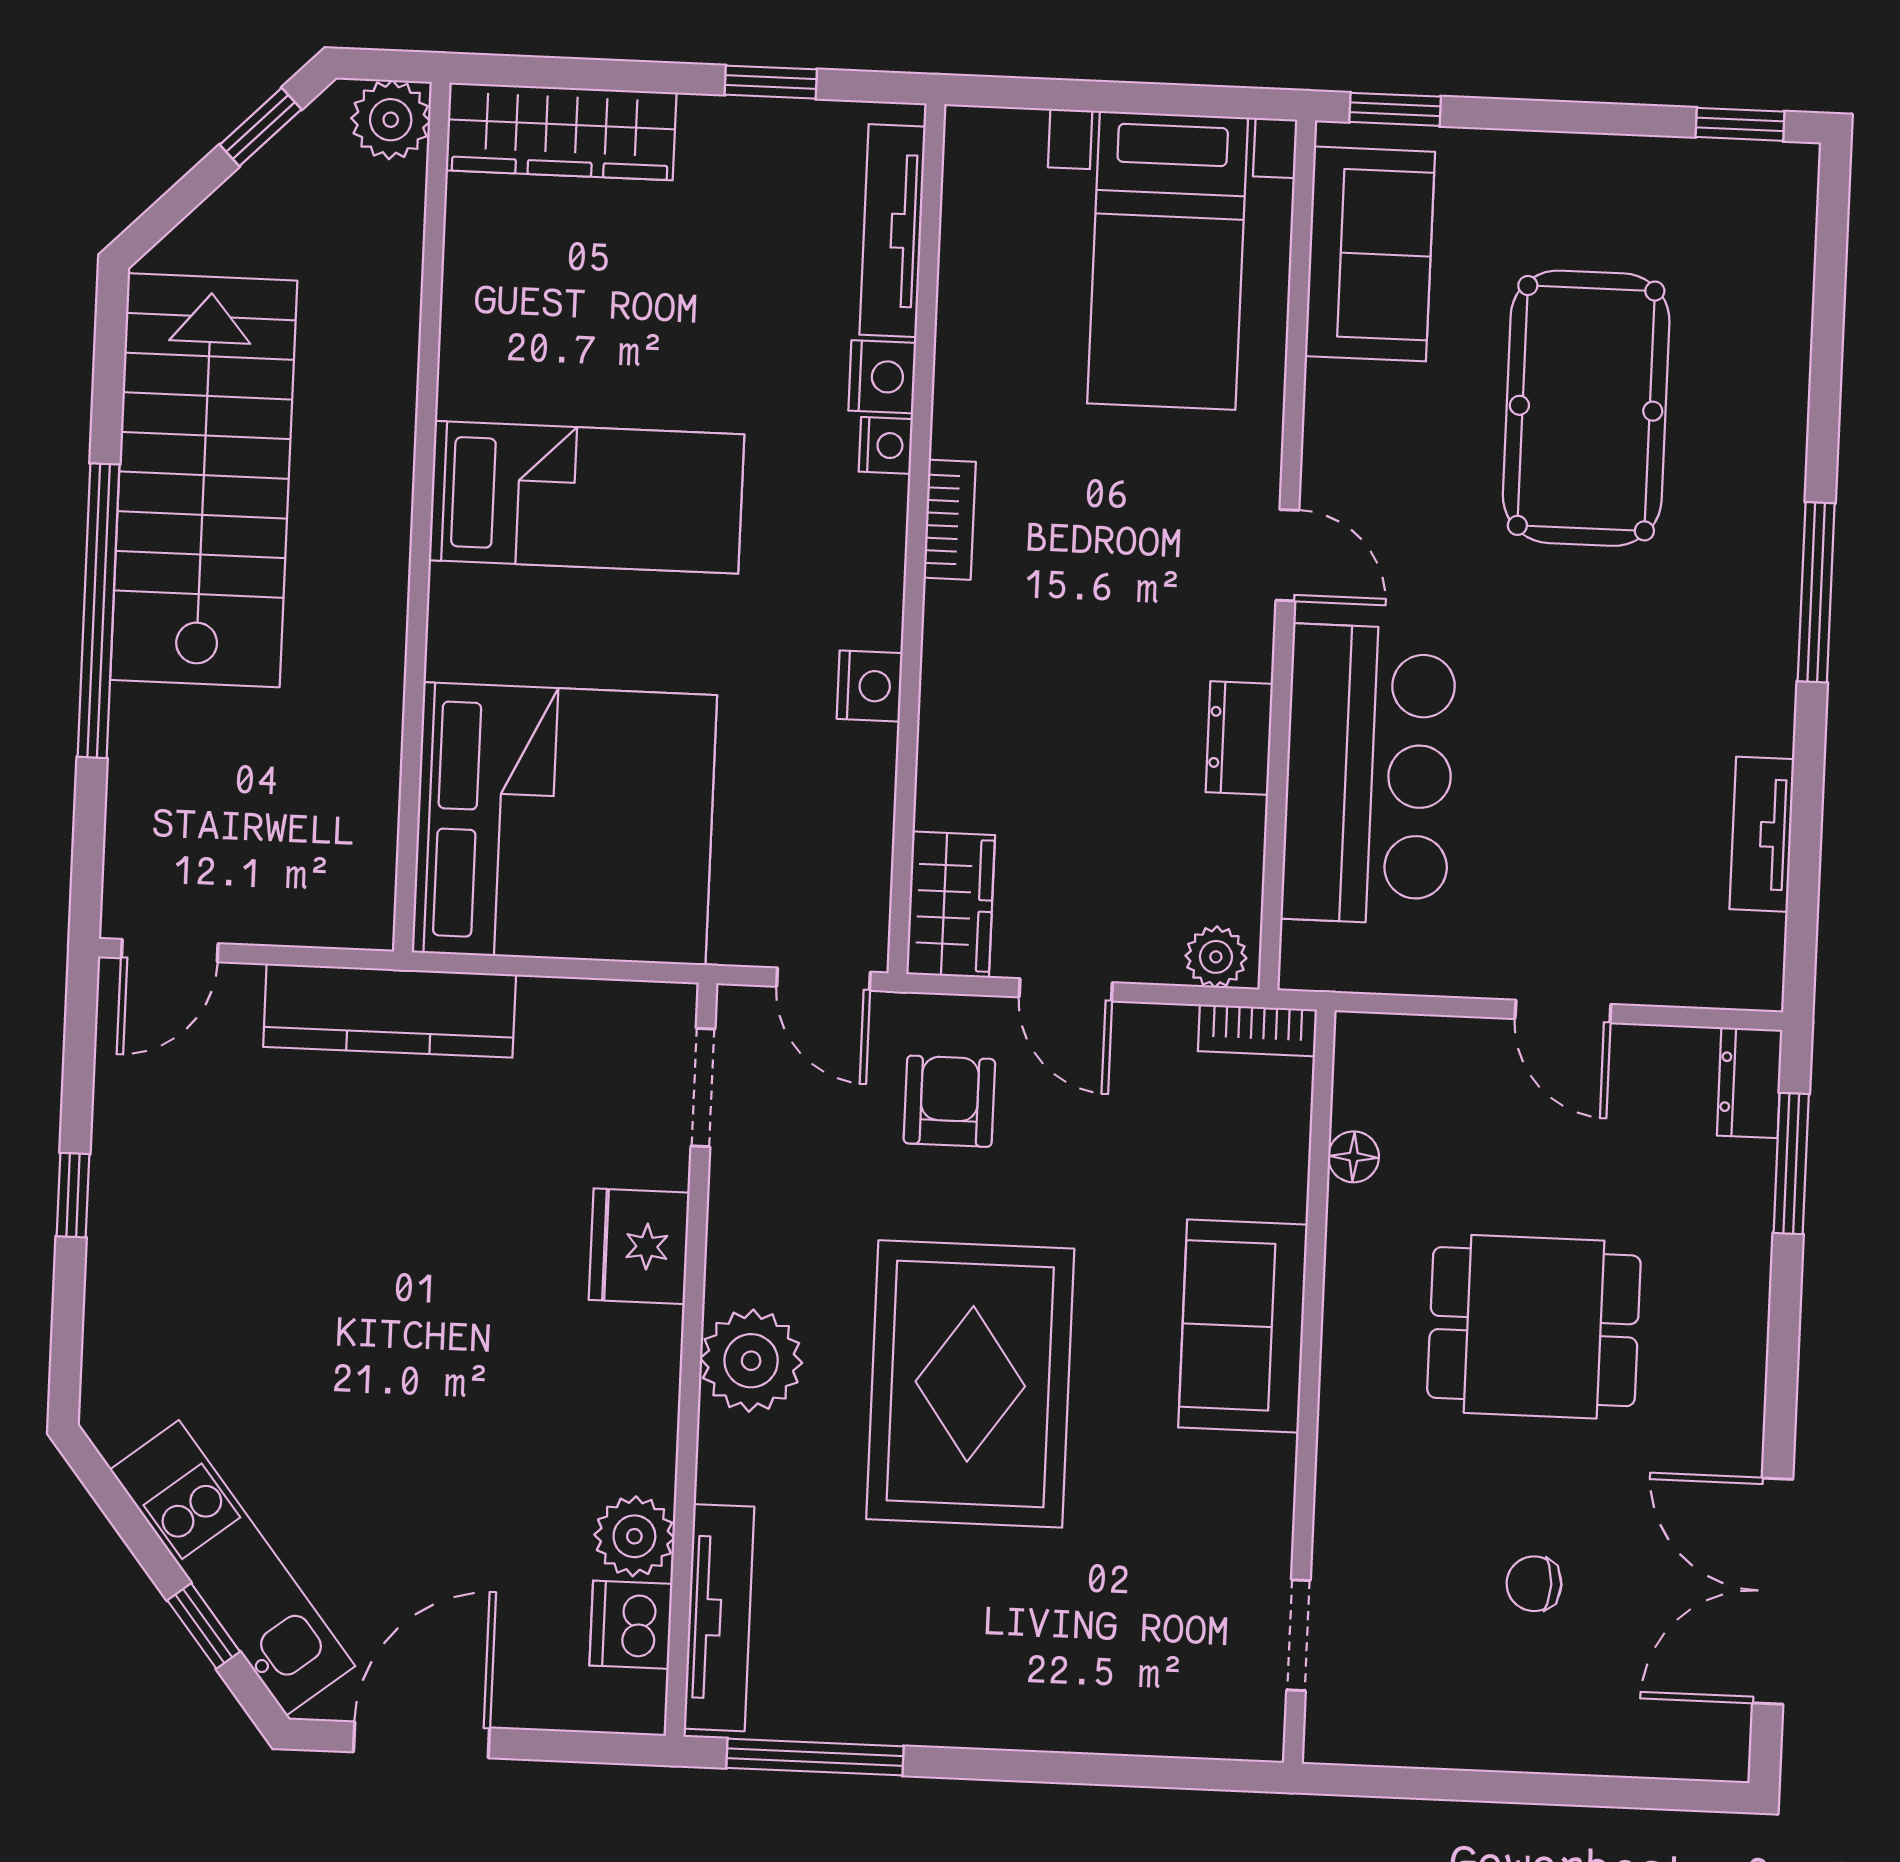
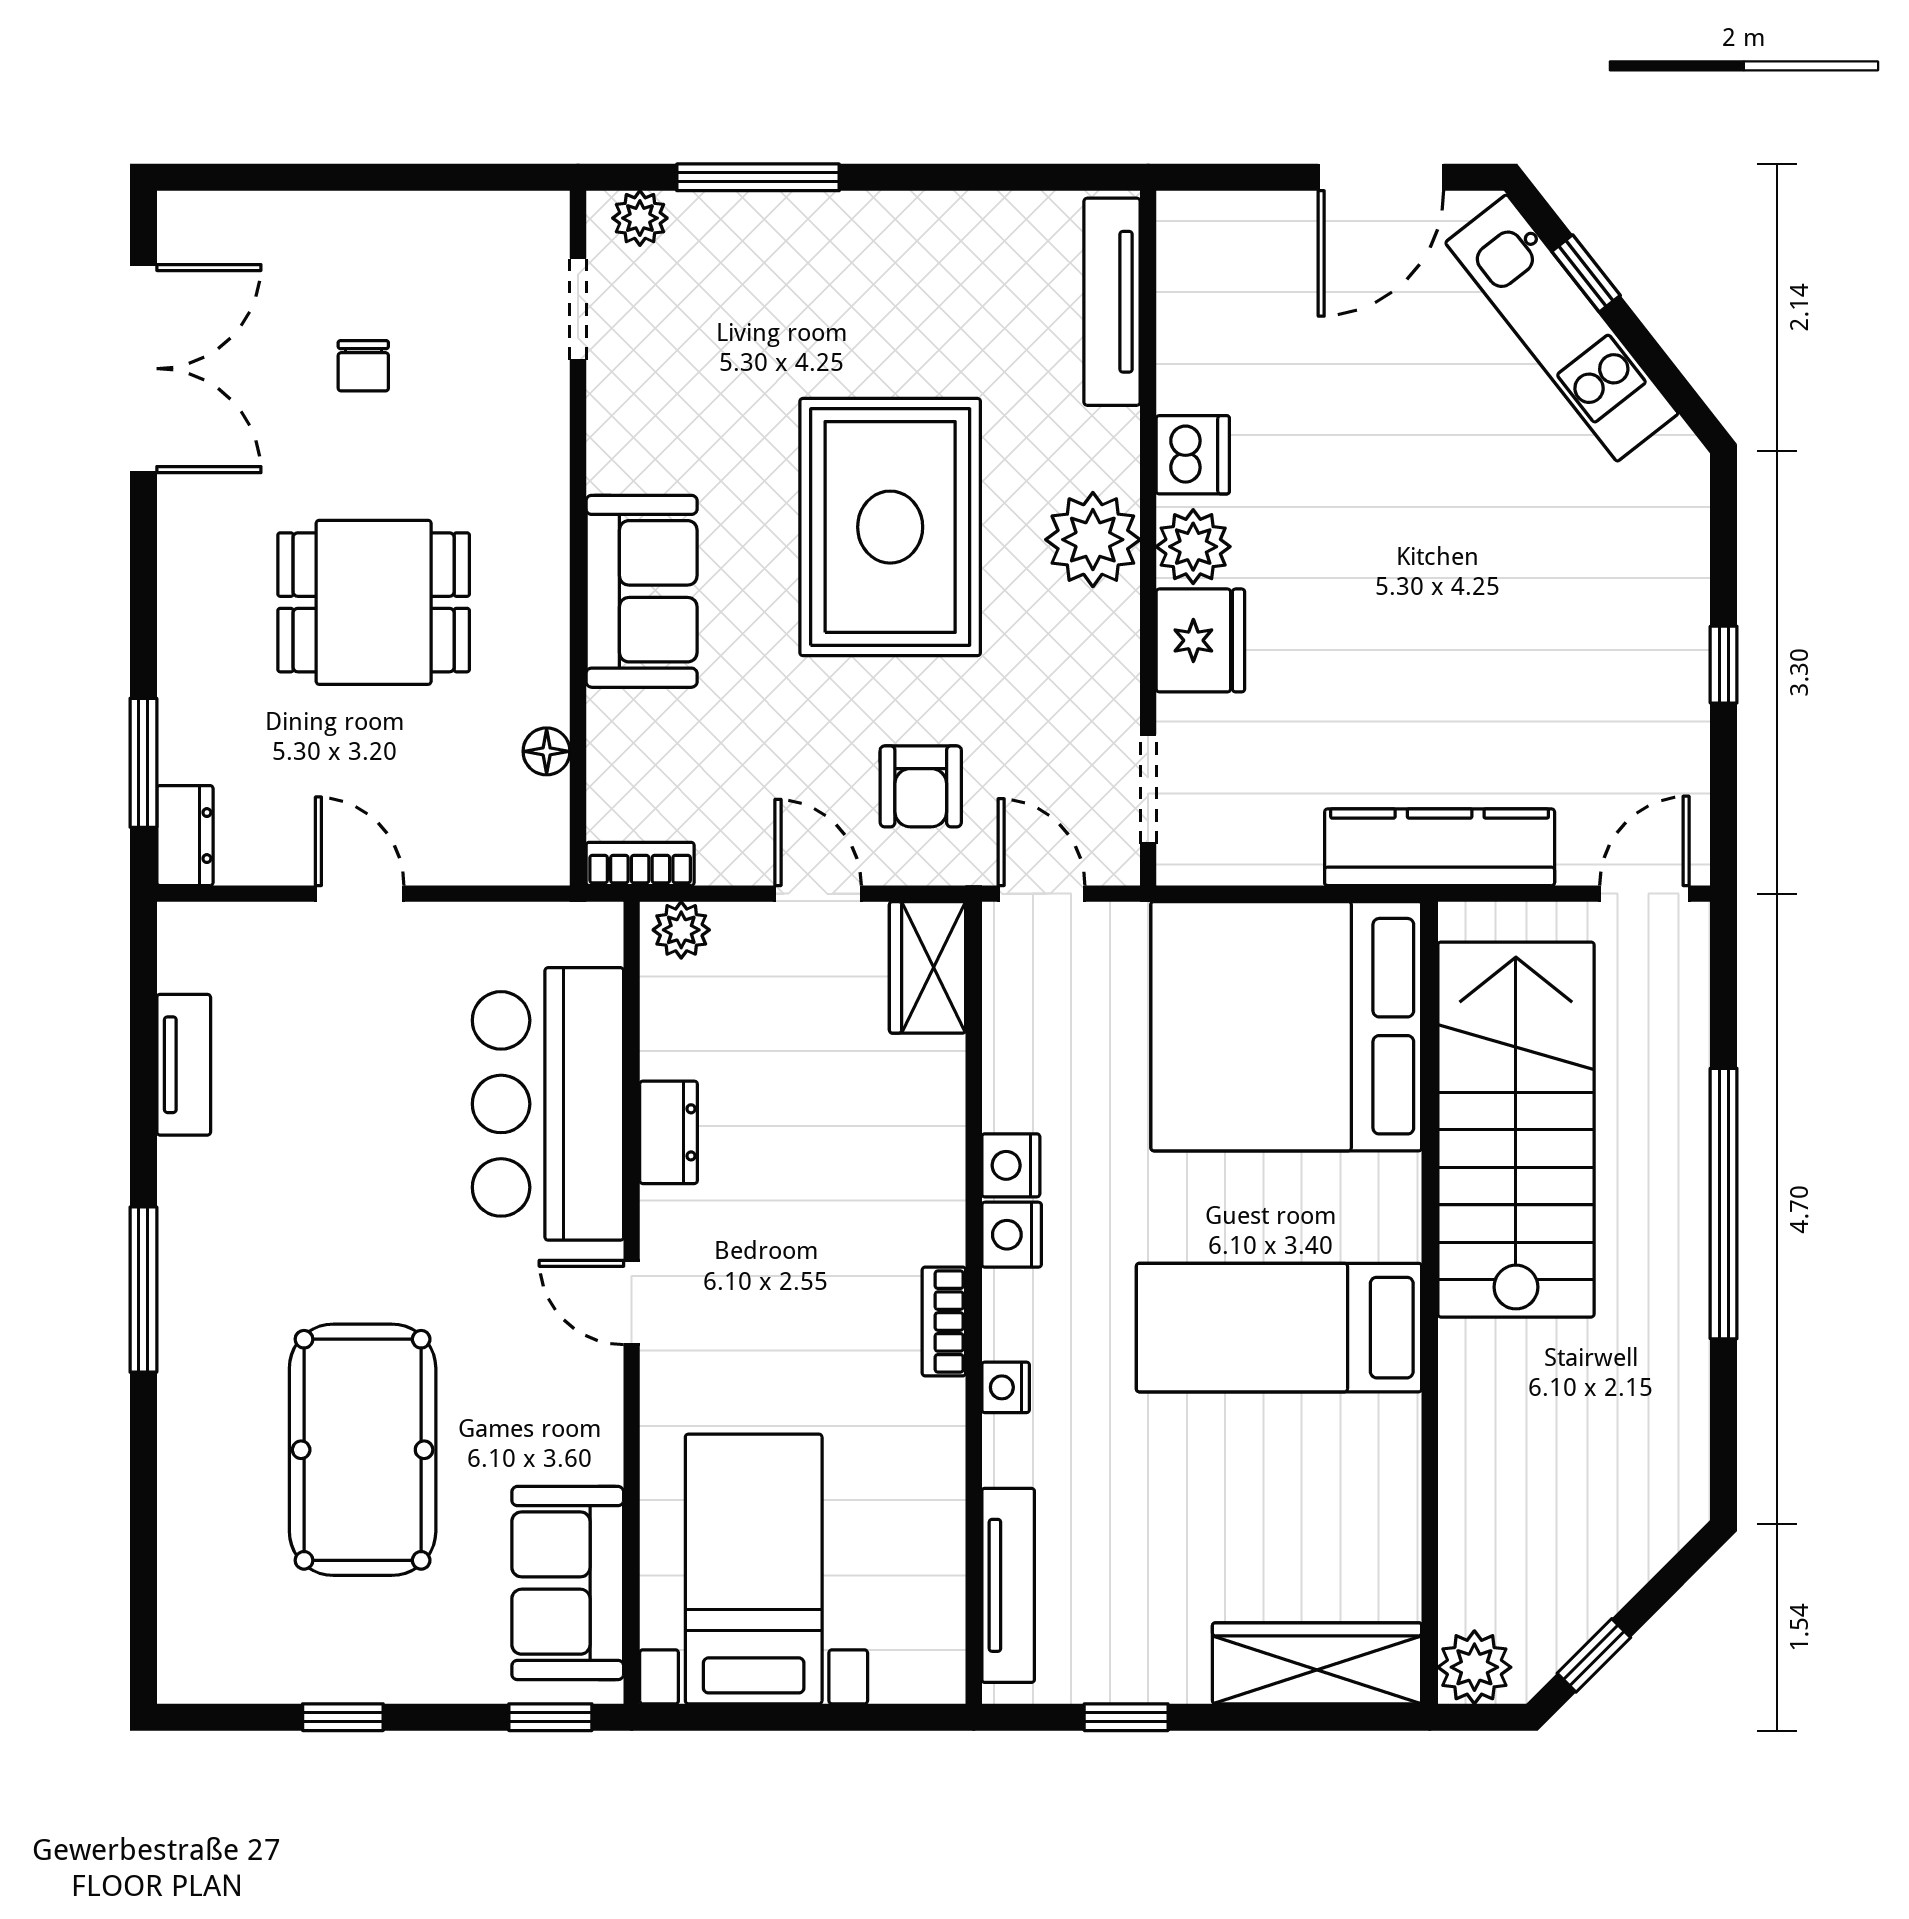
window: (1740, 124) -> (343, 1717), moved
nightstand: (882, 377) -> (1012, 1235), moved
stairs: (204, 480) -> (1516, 1130), moved, turned 180
plant: (634, 1536) -> (1193, 547), moved
chair: (1534, 1584) -> (363, 366), turned 90
dishwasher: (631, 1625) -> (1193, 455), moved
plant: (1227, 1731) -> (640, 218), added
window: (815, 1757) -> (758, 177), moved

